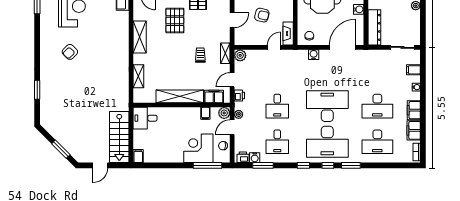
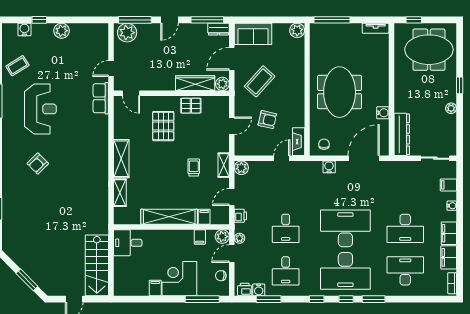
shelving: (140, 37) -> (121, 159), moved
filing cabinet: (214, 96) -> (204, 217), width x0.50
desk: (377, 142) -> (405, 271), turned 180
corner desk: (198, 148) -> (179, 279), moved
filing cabinet: (138, 156) -> (155, 288), moved

